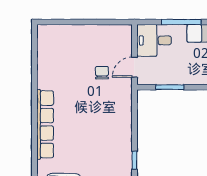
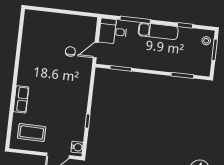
row of seats: (45, 124) -> (21, 99), width x0.50

